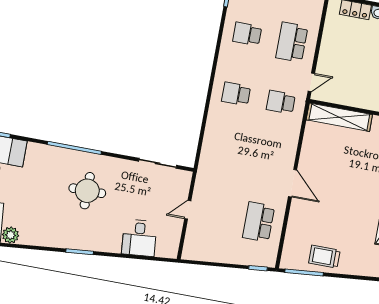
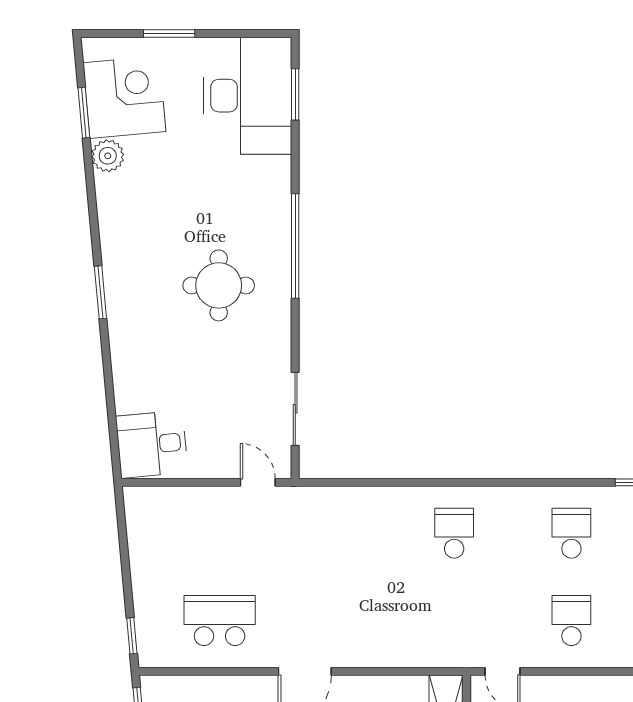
school desk: (292, 42) -> (571, 621), width x0.54
school desk: (281, 102) -> (454, 621), removed
door: (188, 210) -> (258, 482), moved
desk: (139, 238) -> (152, 444), moved

